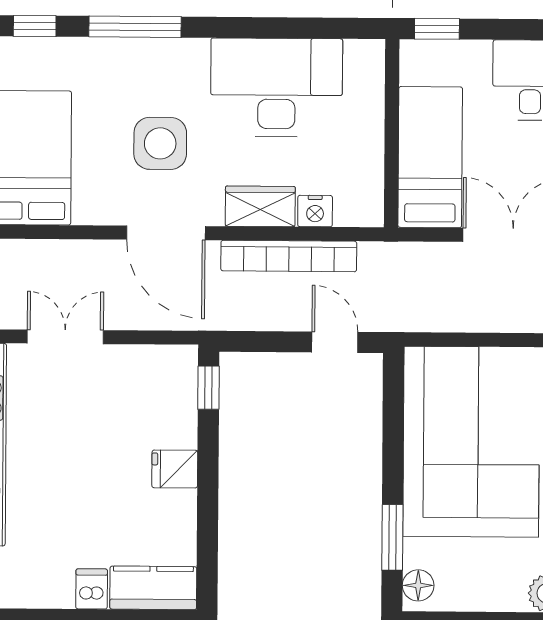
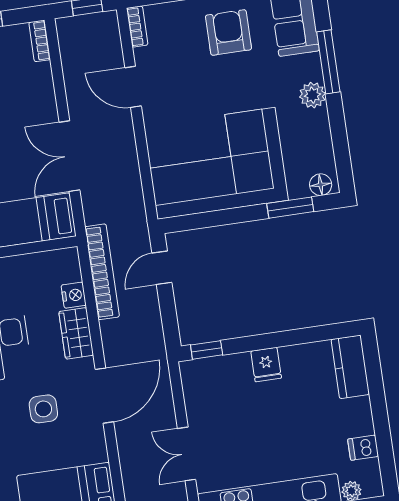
side table: (160, 143) -> (43, 409), width x0.73, depth x0.73
bookcase: (289, 256) -> (102, 272), moved
dishwasher: (92, 589) -> (363, 448), moved

